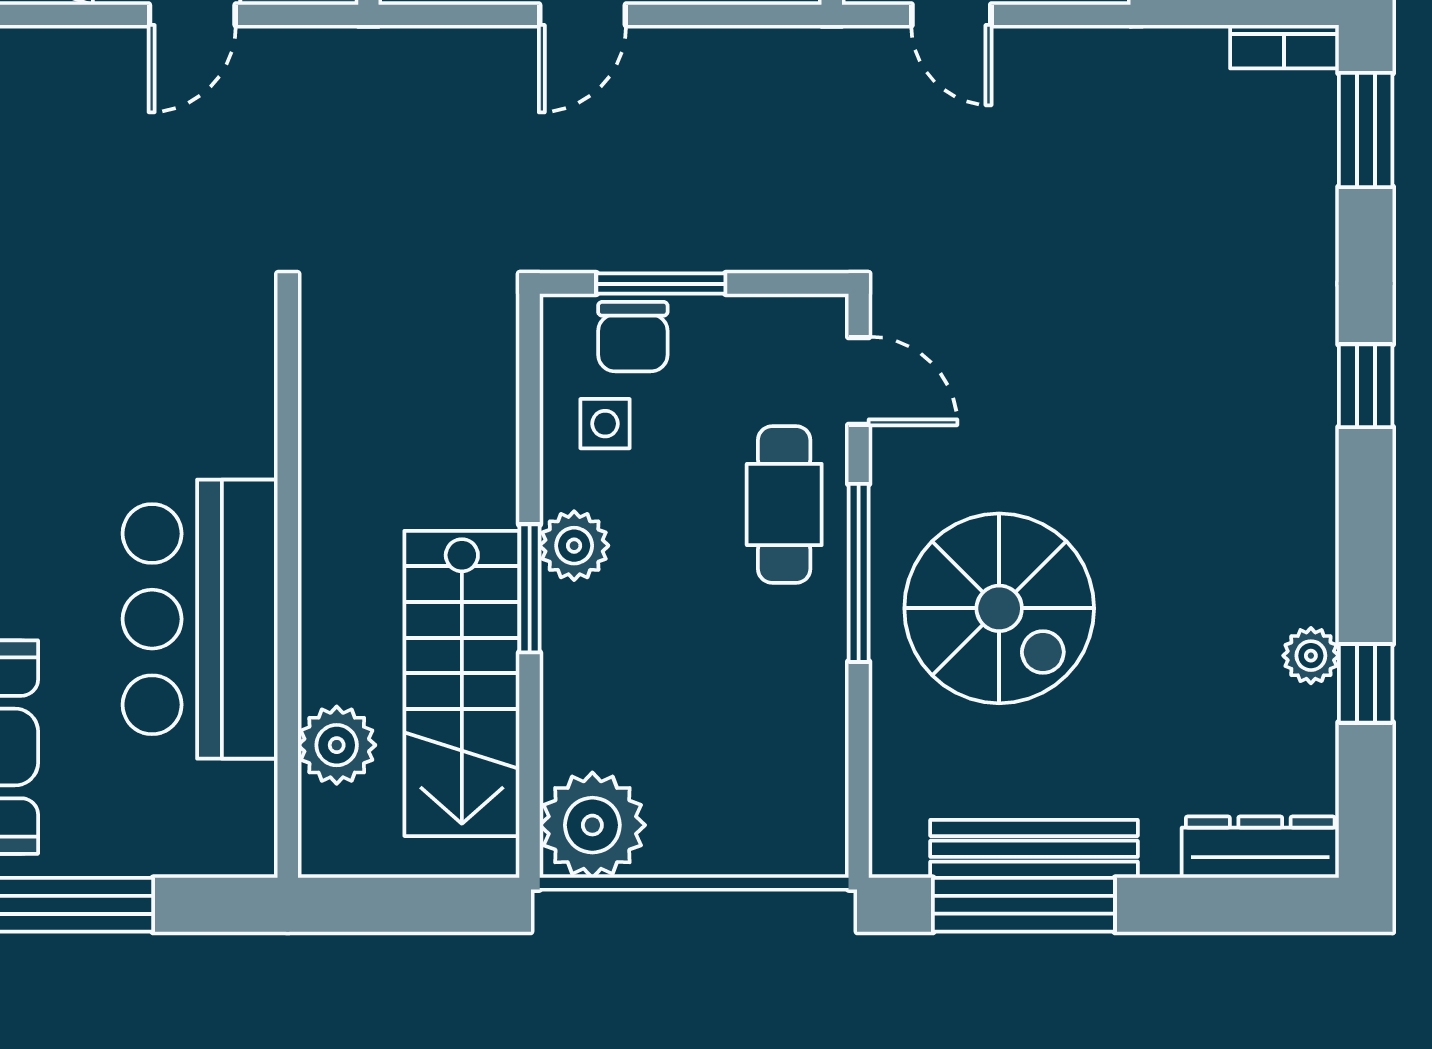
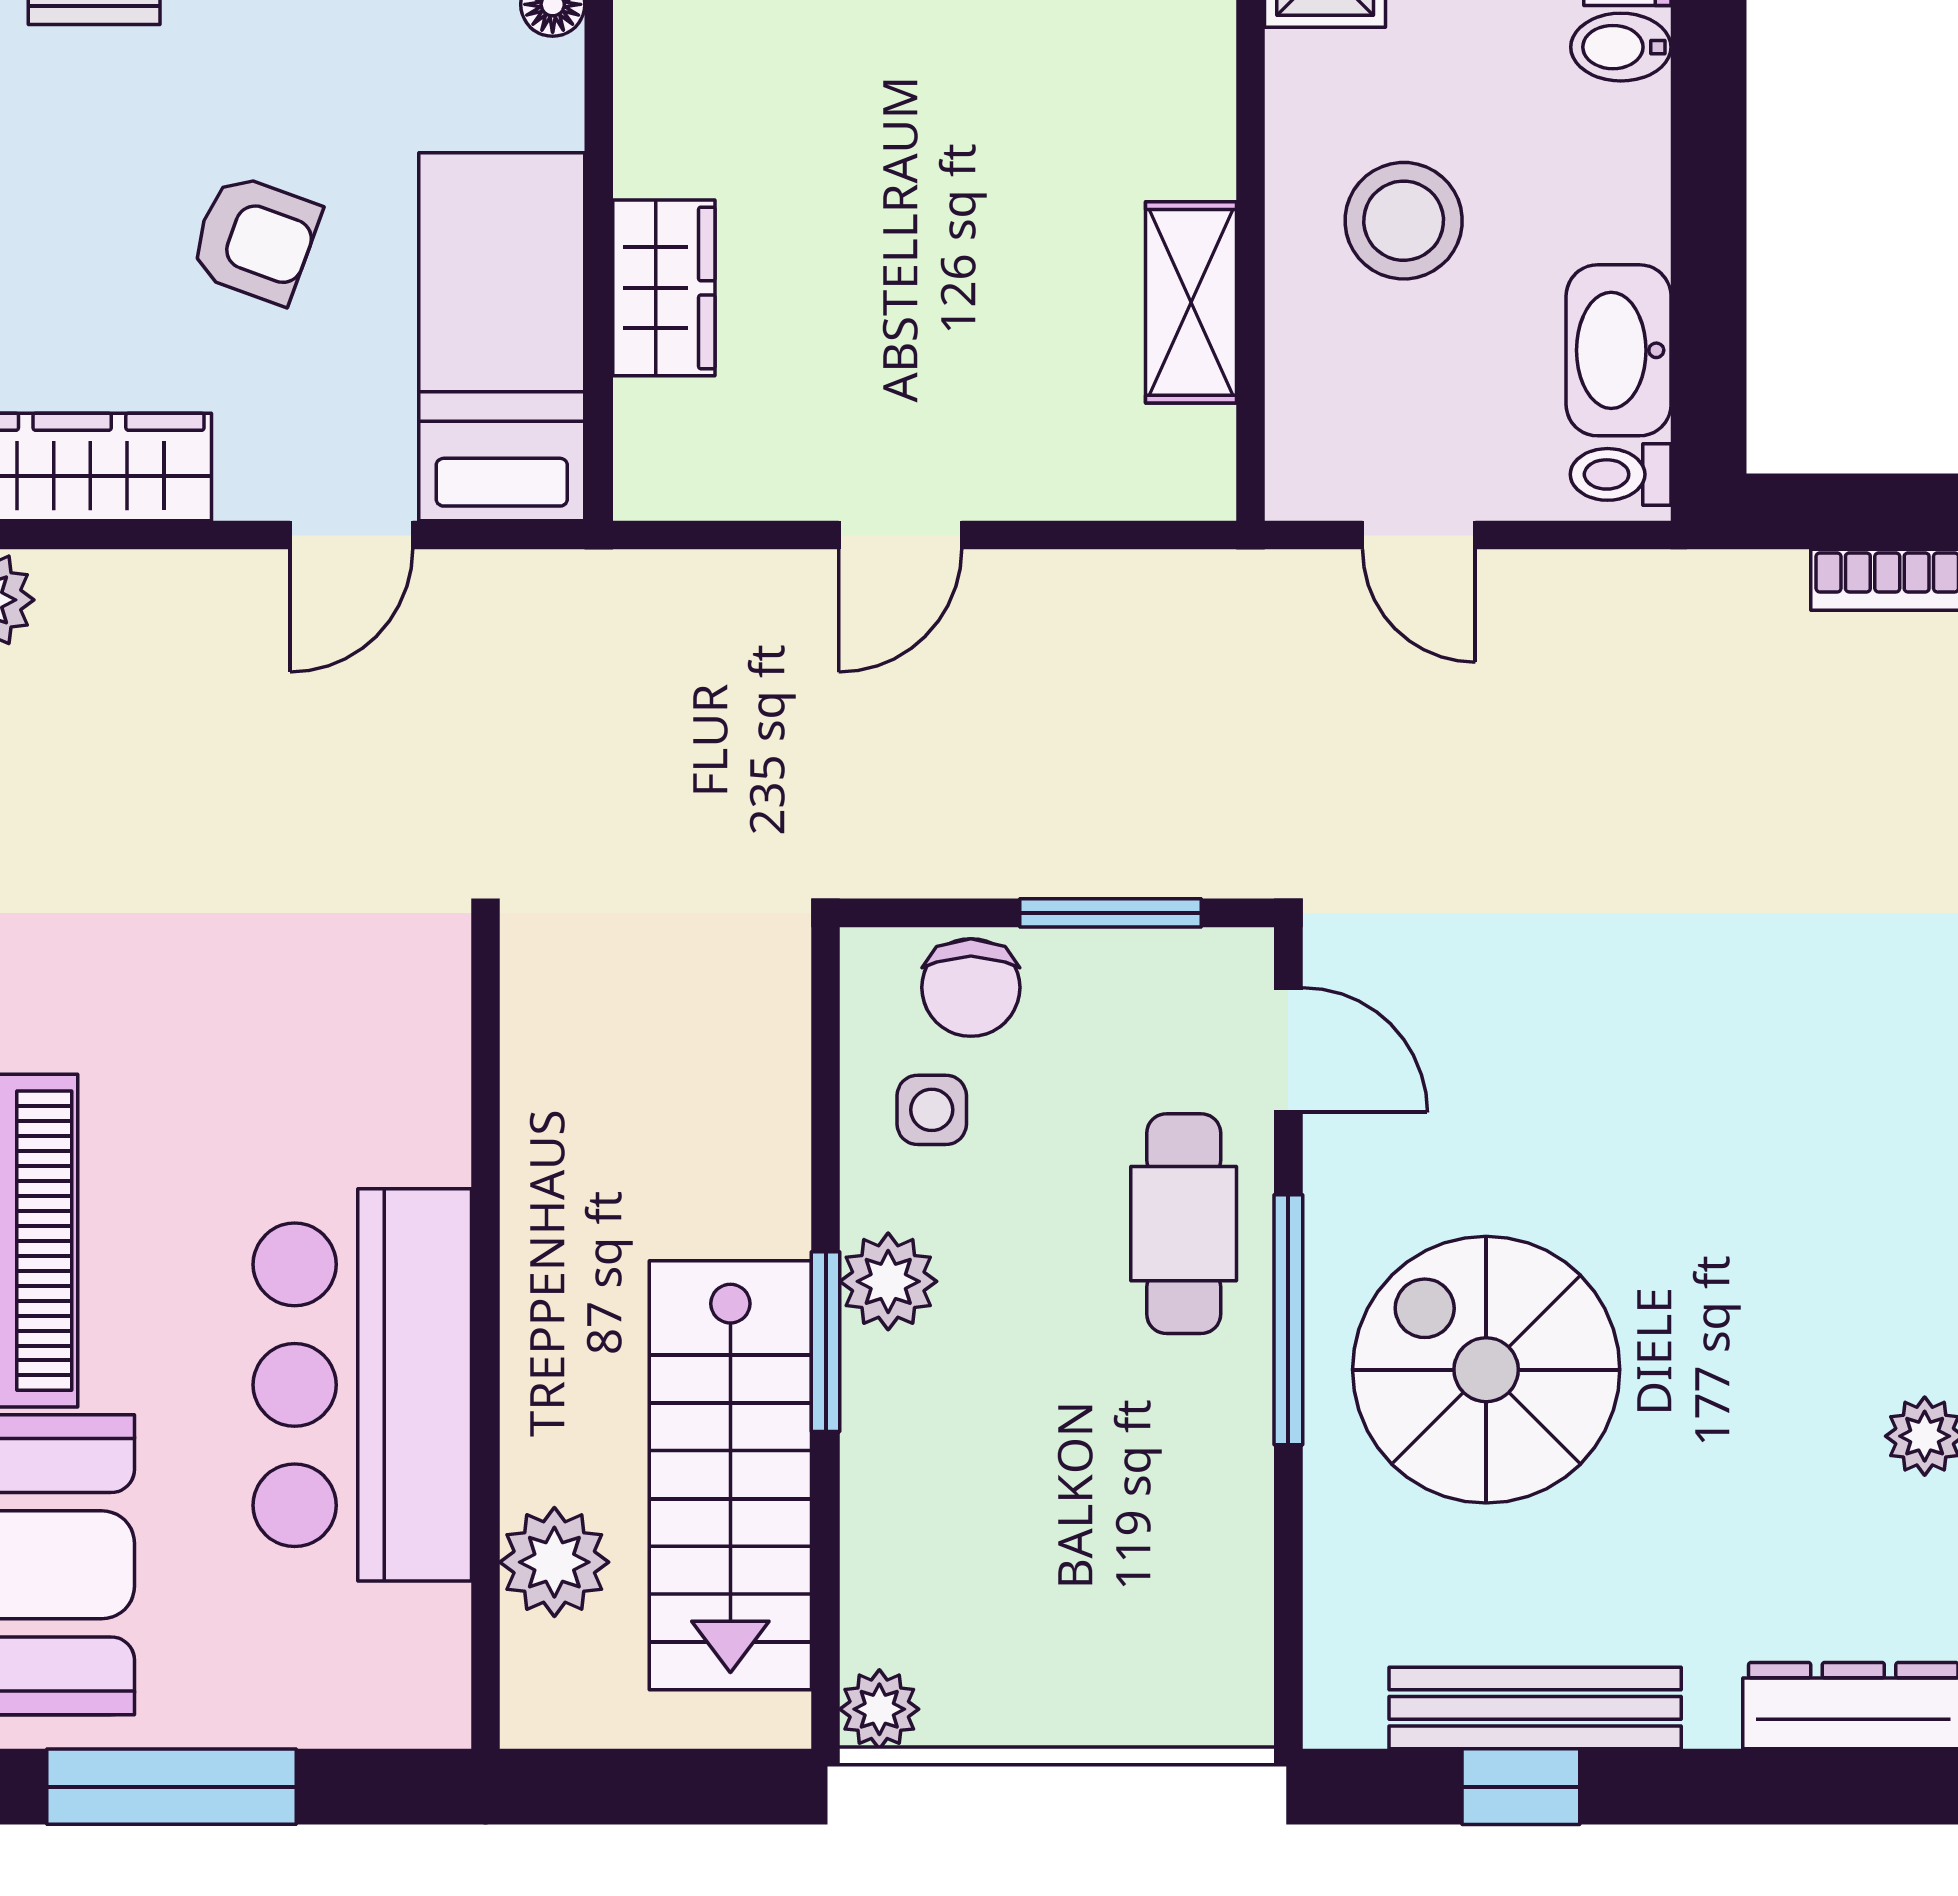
window: (661, 284) -> (1111, 913), moved
spiral stairs: (999, 608) -> (1486, 1370), turned 180
plant: (592, 825) -> (879, 1709), width x0.53, depth x0.53
window: (1024, 905) -> (1521, 1787), width x0.46

